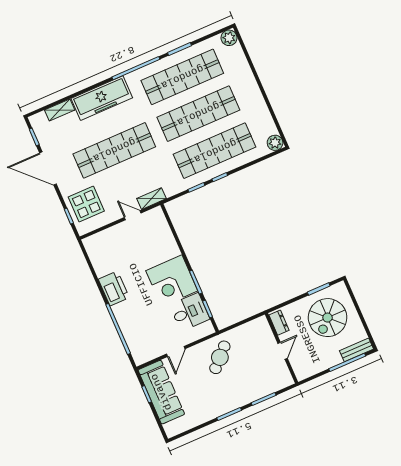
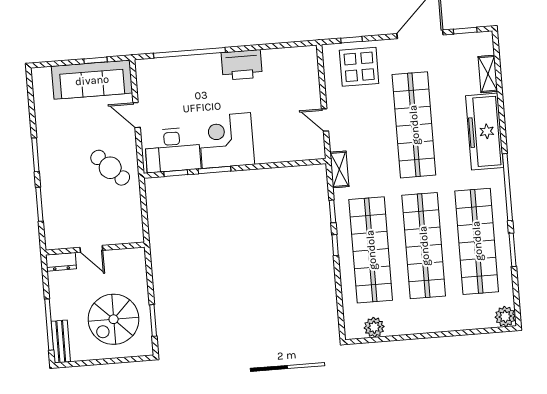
plant: (275, 143) -> (374, 327), moved
shelving: (151, 199) -> (339, 169), moved
door: (133, 215) -> (325, 120), swing flipped
desk: (190, 312) -> (173, 150), width x1.37
spiral stairs: (328, 318) -> (114, 319), turned -90
dresser: (279, 323) -> (61, 262), moved

